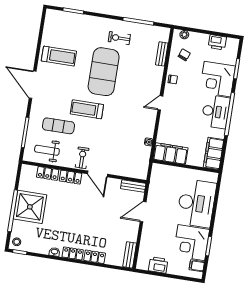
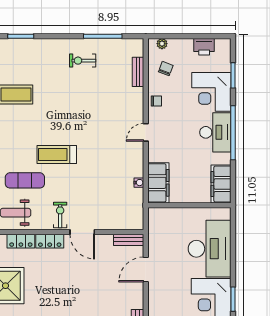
exercise mat: (104, 72) -> (70, 105), removed
filing cabinet: (171, 153) -> (158, 183), moved, turned 90

